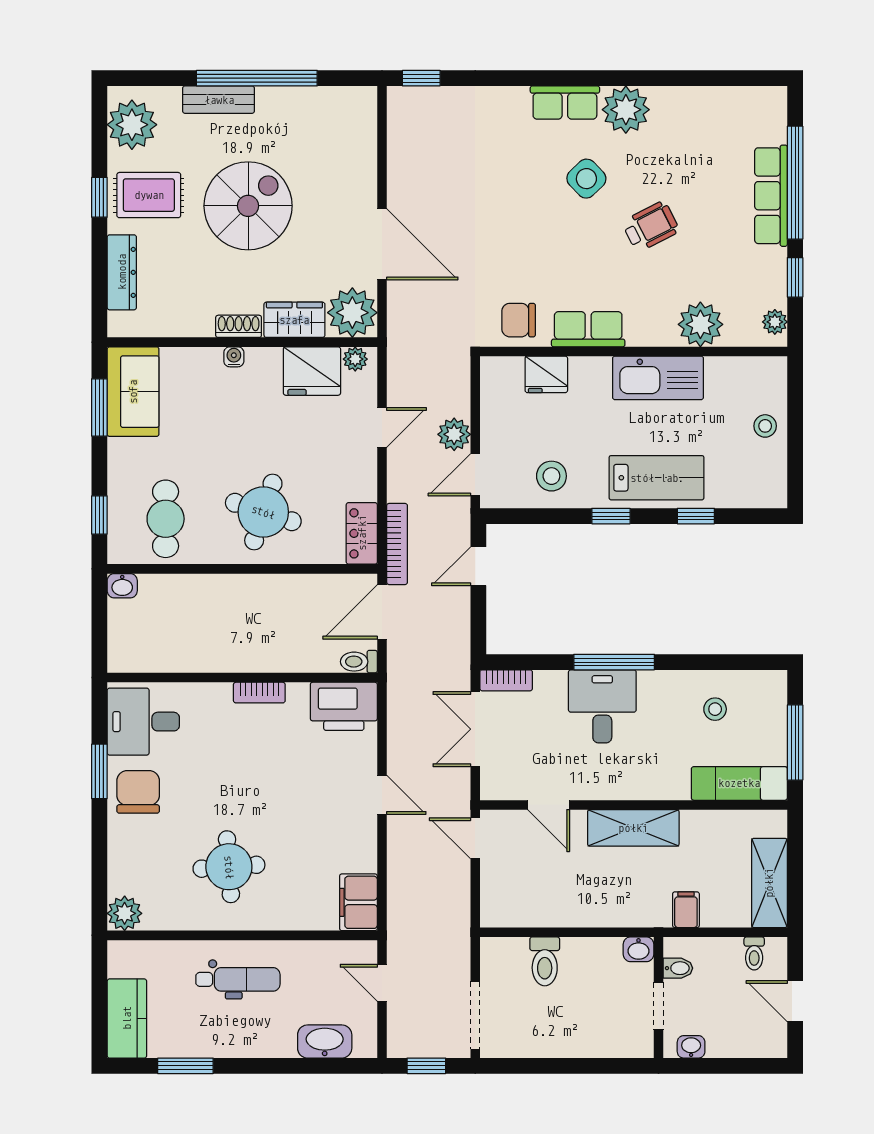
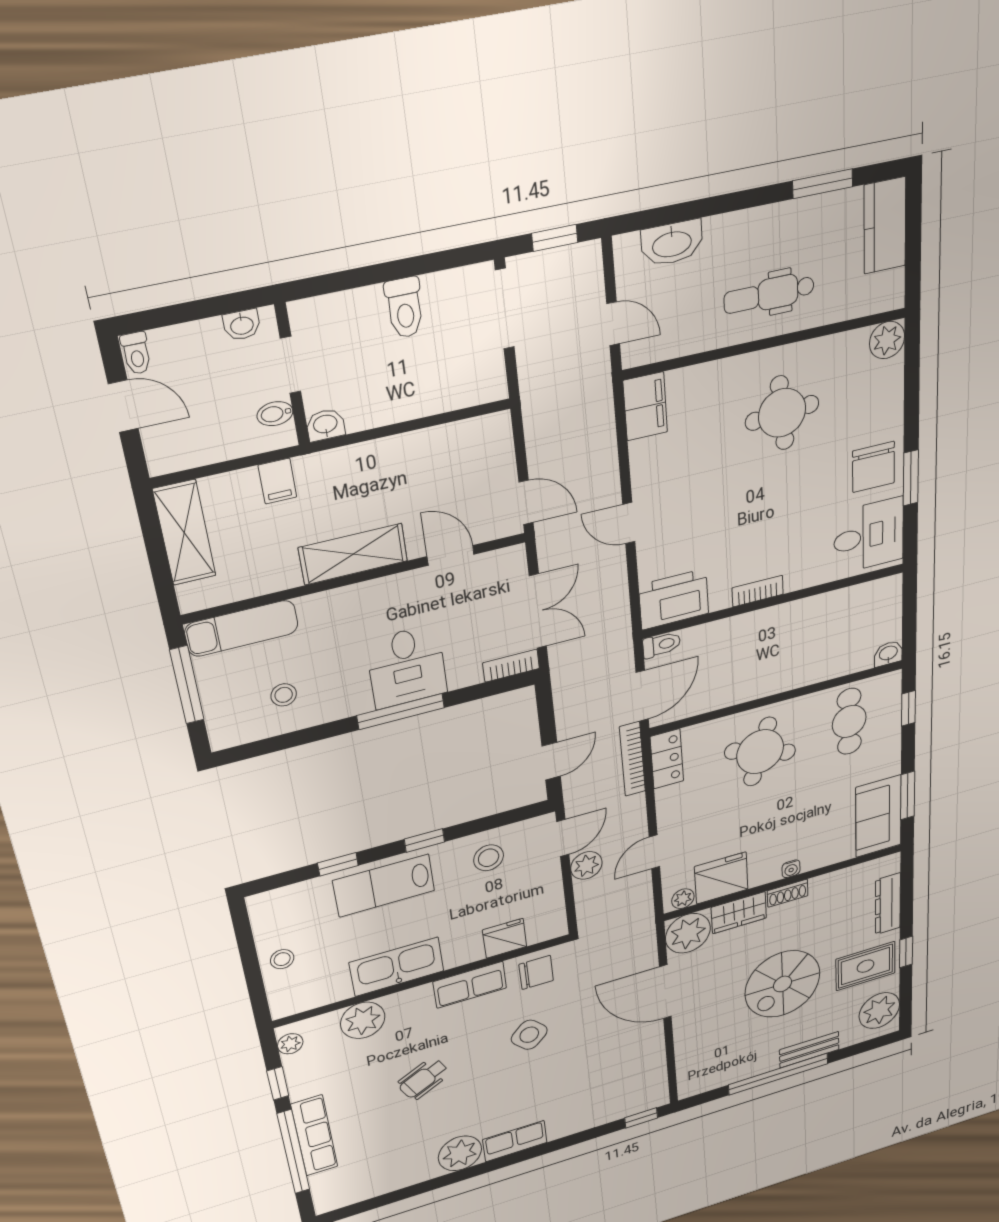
side table: (586, 179) -> (529, 1035), moved
toilet: (754, 953) -> (136, 353), moved, turned 180
toilet: (545, 961) -> (405, 308), moved, turned 180

